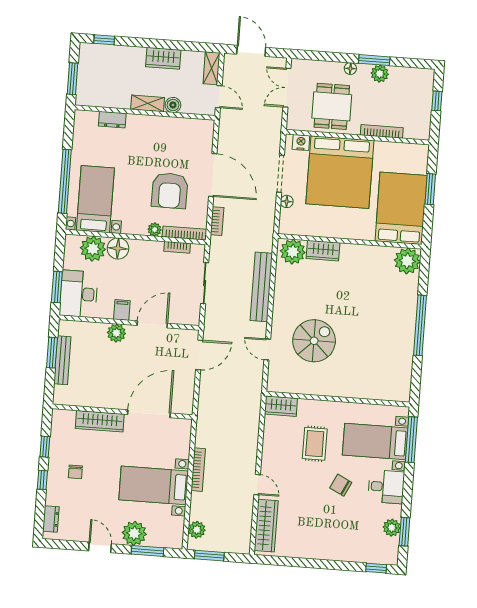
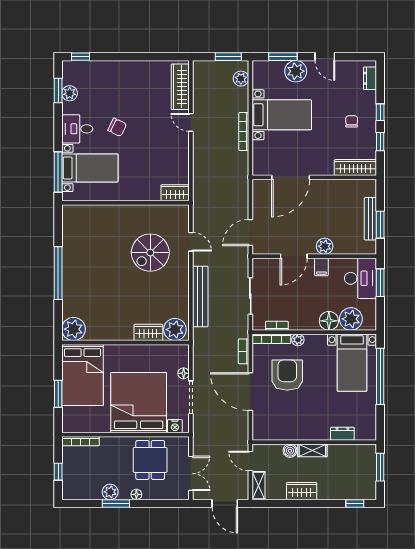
bookcase: (382, 131) -> (80, 441), moved
wardrobe: (100, 421) -> (355, 168), moved
rug: (315, 444) -> (143, 162), removed

